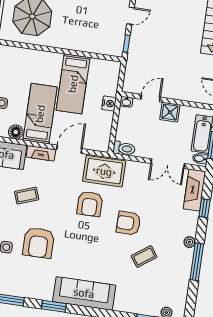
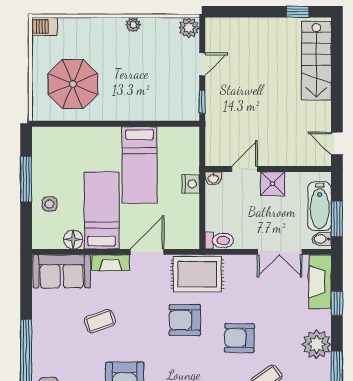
armchair: (90, 204) -> (185, 320), turned 90
plant: (189, 242) -> (317, 344), width x1.88, depth x1.88

